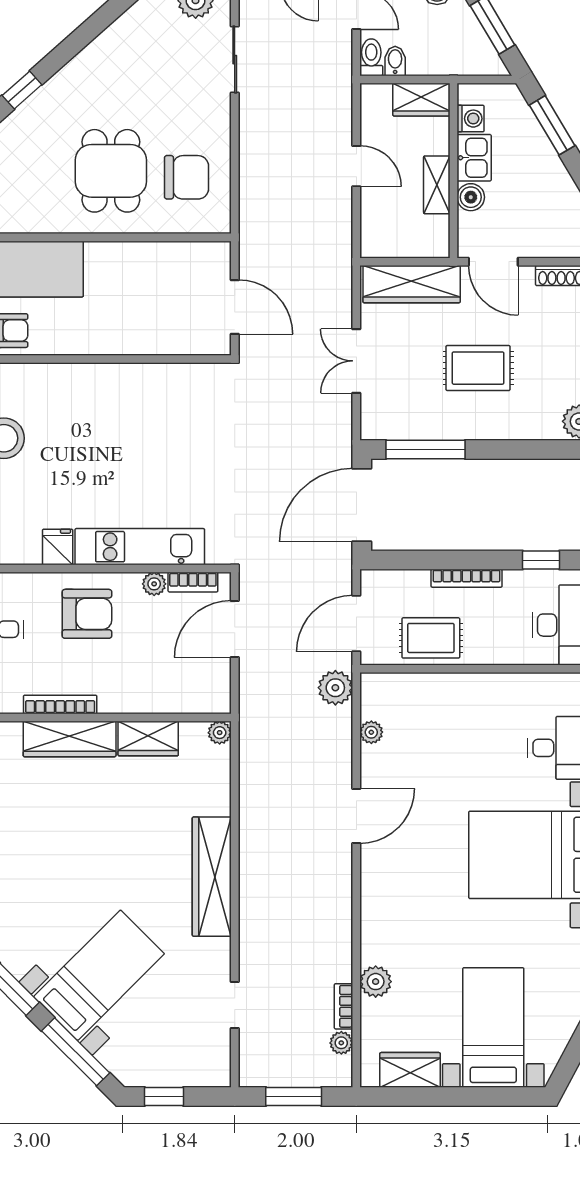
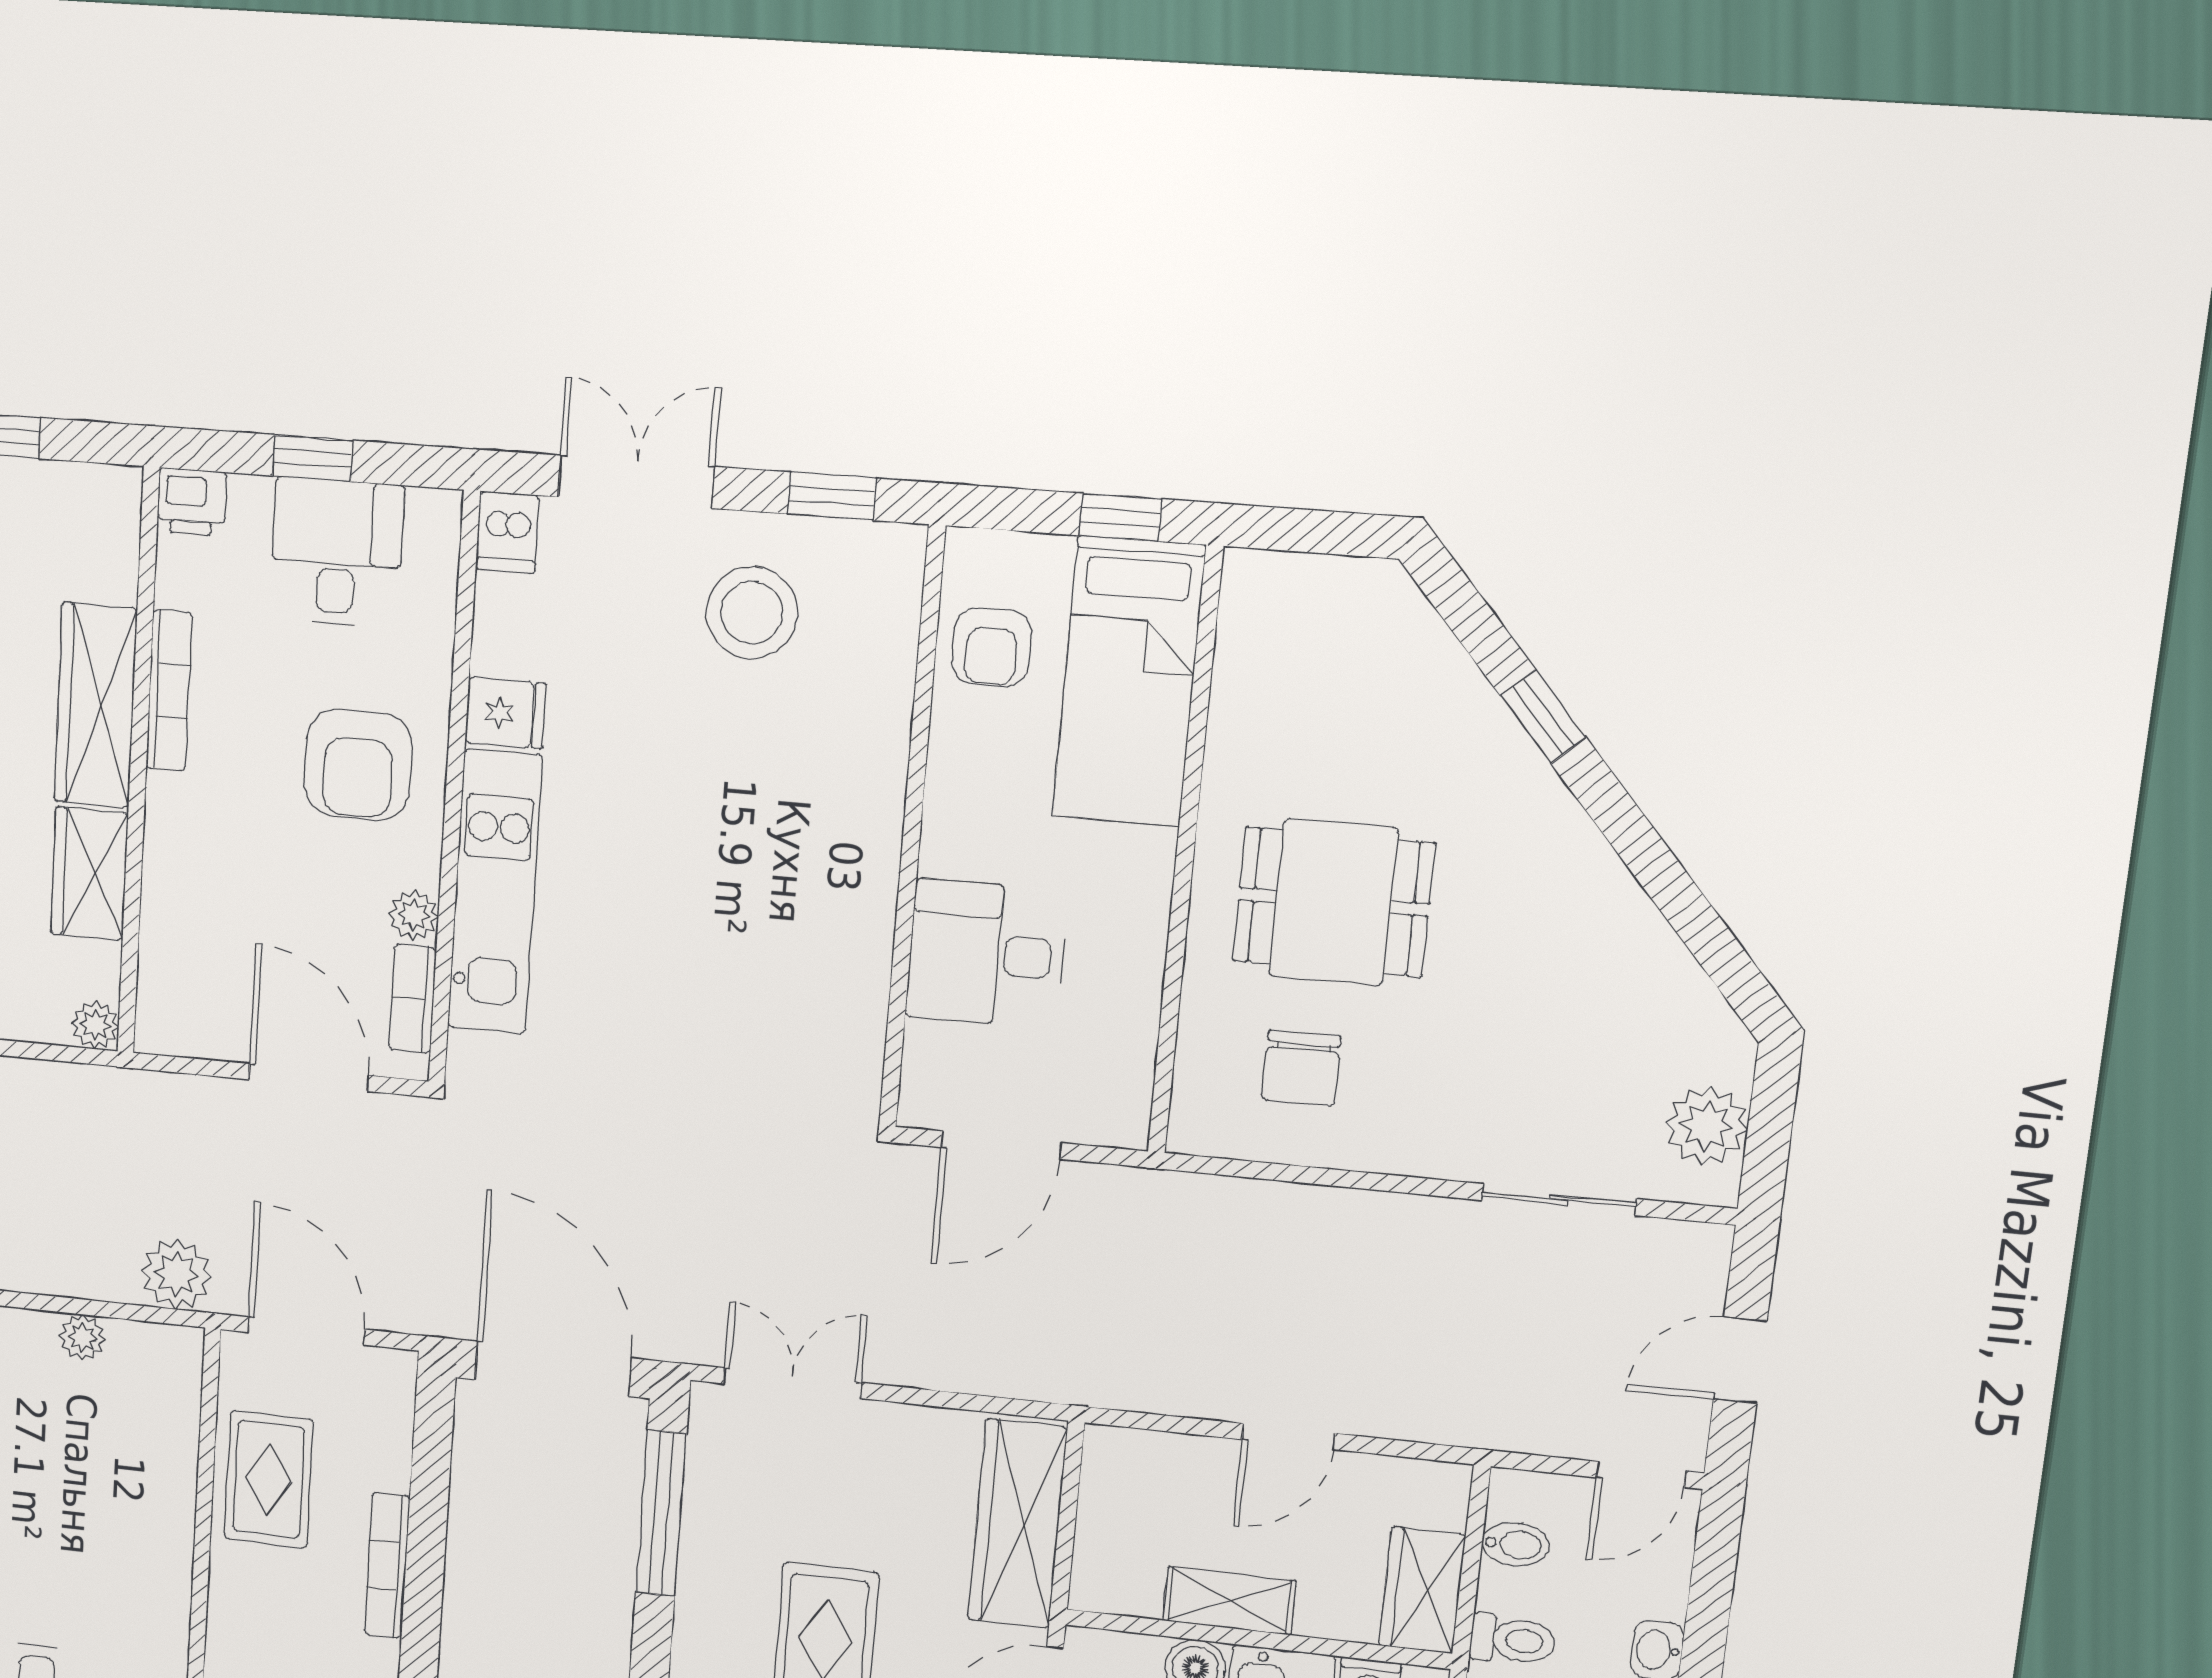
toilet: (371, 57) -> (1513, 1640), moved
chair: (186, 177) -> (1301, 1068), width x0.73, depth x0.73
desk: (148, 321) -> (986, 954), added
double door: (356, 361) -> (792, 1383), moved

